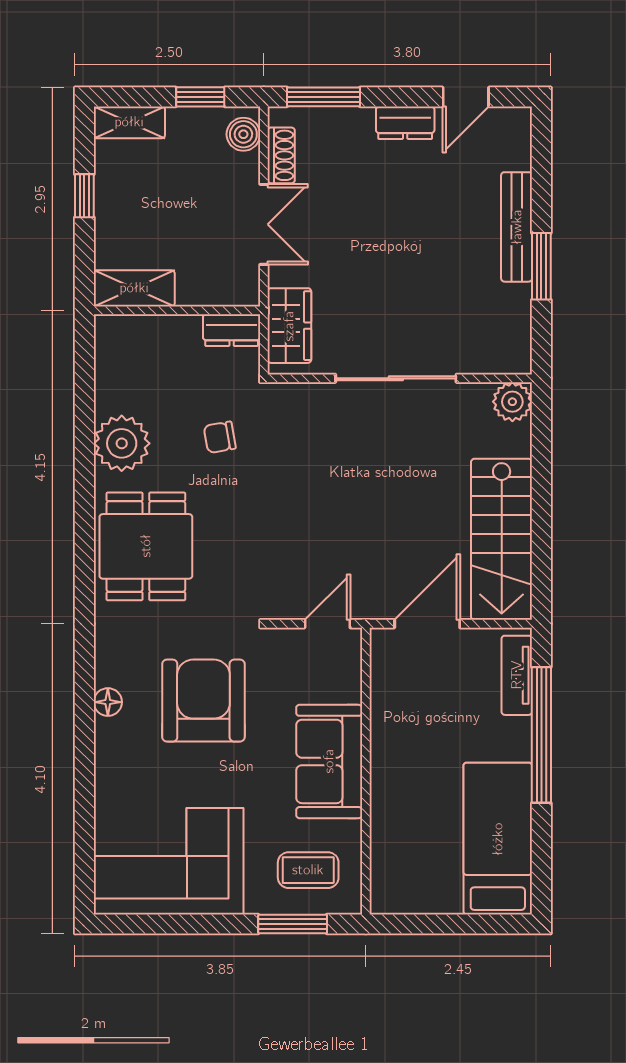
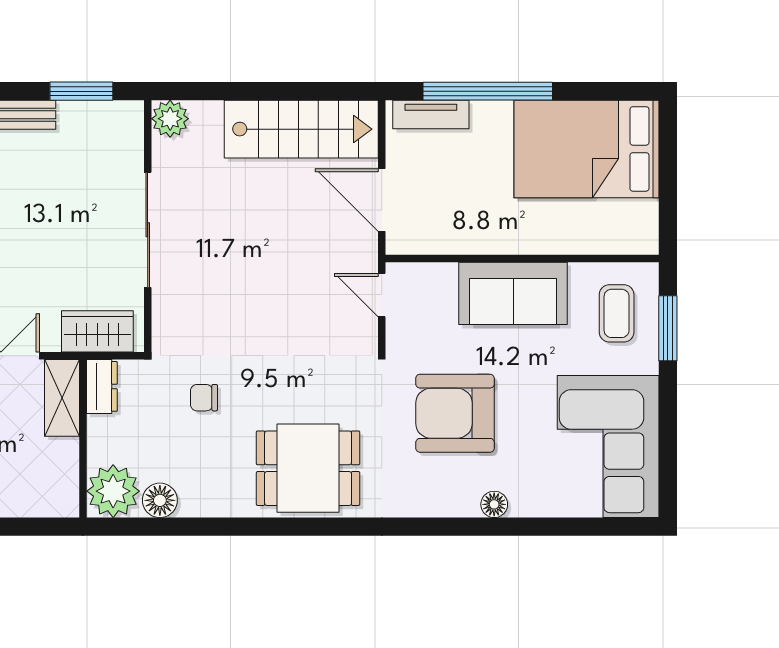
window: (541, 266) -> (81, 91), moved
shelving: (134, 288) -> (62, 398), moved
floor lamp: (112, 391) -> (160, 500), added
chair: (220, 437) -> (204, 398), turned 100
plant: (122, 443) -> (113, 491), moved
floor lamp: (108, 702) -> (494, 504), moved
bed: (498, 839) -> (587, 149), width x1.50

